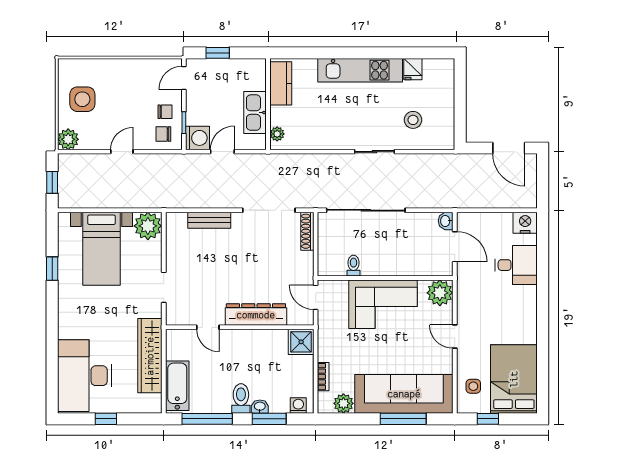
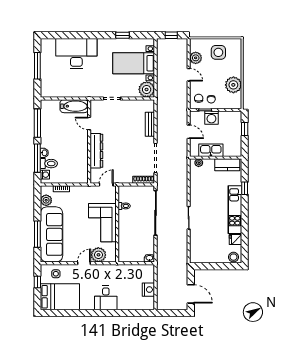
window: (322, 53) -> (245, 188), added
plant: (140, 73) -> (233, 85), added
door: (184, 78) -> (230, 110), removed
stool: (413, 120) -> (233, 257), moved
washing machine: (198, 138) -> (211, 118), moved
plant: (68, 139) -> (196, 58), moved
door: (509, 148) -> (191, 294), swing flipped
nightstand: (525, 223) -> (148, 290), moved
door: (455, 247) -> (135, 263), removed
desk: (516, 265) -> (106, 298), moved
plant: (440, 293) -> (98, 255), moved
door: (208, 327) -> (89, 123), hinge flipped
shower: (301, 342) -> (81, 176), removed
wardrobe: (150, 356) -> (73, 91), removed
desk: (85, 376) -> (76, 54), moved
bathtub: (177, 386) -> (74, 106), moved
toilet: (241, 398) -> (49, 164), moved
window: (106, 419) -> (37, 66), width x2.17
window: (269, 419) -> (37, 158), width x1.44

